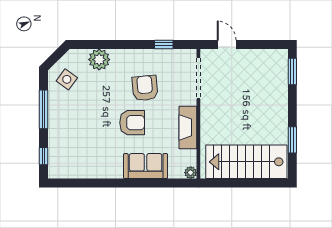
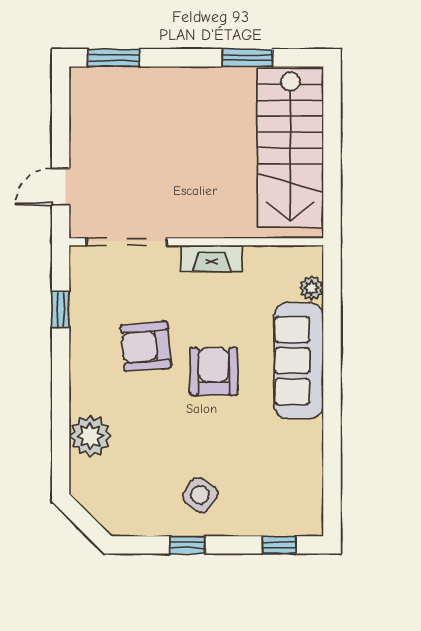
side table: (67, 79) -> (200, 495), moved
window: (44, 109) -> (188, 545), width x0.46
fireplace: (188, 127) -> (212, 258), width x0.73, depth x0.76
sofa: (146, 166) -> (299, 361), width x1.36
plant: (191, 173) -> (312, 288), moved

